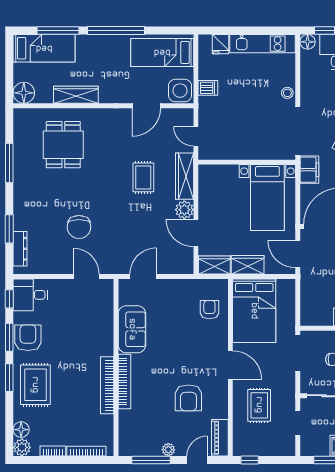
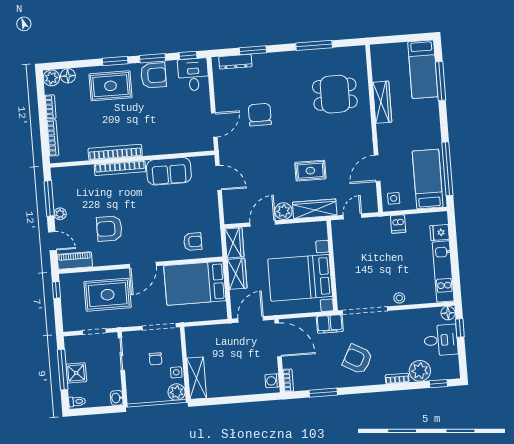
window: (116, 30) -> (447, 169), moved
side table: (180, 91) -> (394, 198), width x0.54, depth x0.54
floor lamp: (24, 93) -> (380, 54), removed
door: (146, 106) -> (377, 168), hinge flipped
bed with nightstands: (267, 198) -> (300, 278), width x1.36
chair: (79, 227) -> (260, 115), turned 90
rug: (259, 405) -> (108, 295), width x1.36, depth x1.43

